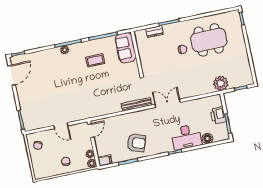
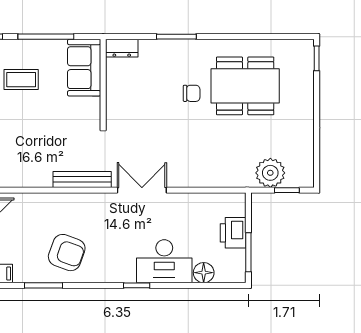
dresser: (155, 31) -> (122, 48), moved
plant: (221, 83) -> (270, 173), moved

